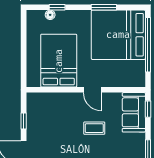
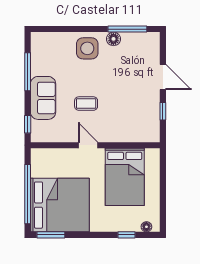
window: (104, 7) -> (51, 235), moved
floor lamp: (50, 15) -> (146, 227), moved
sofa: (134, 112) -> (43, 98), moved

